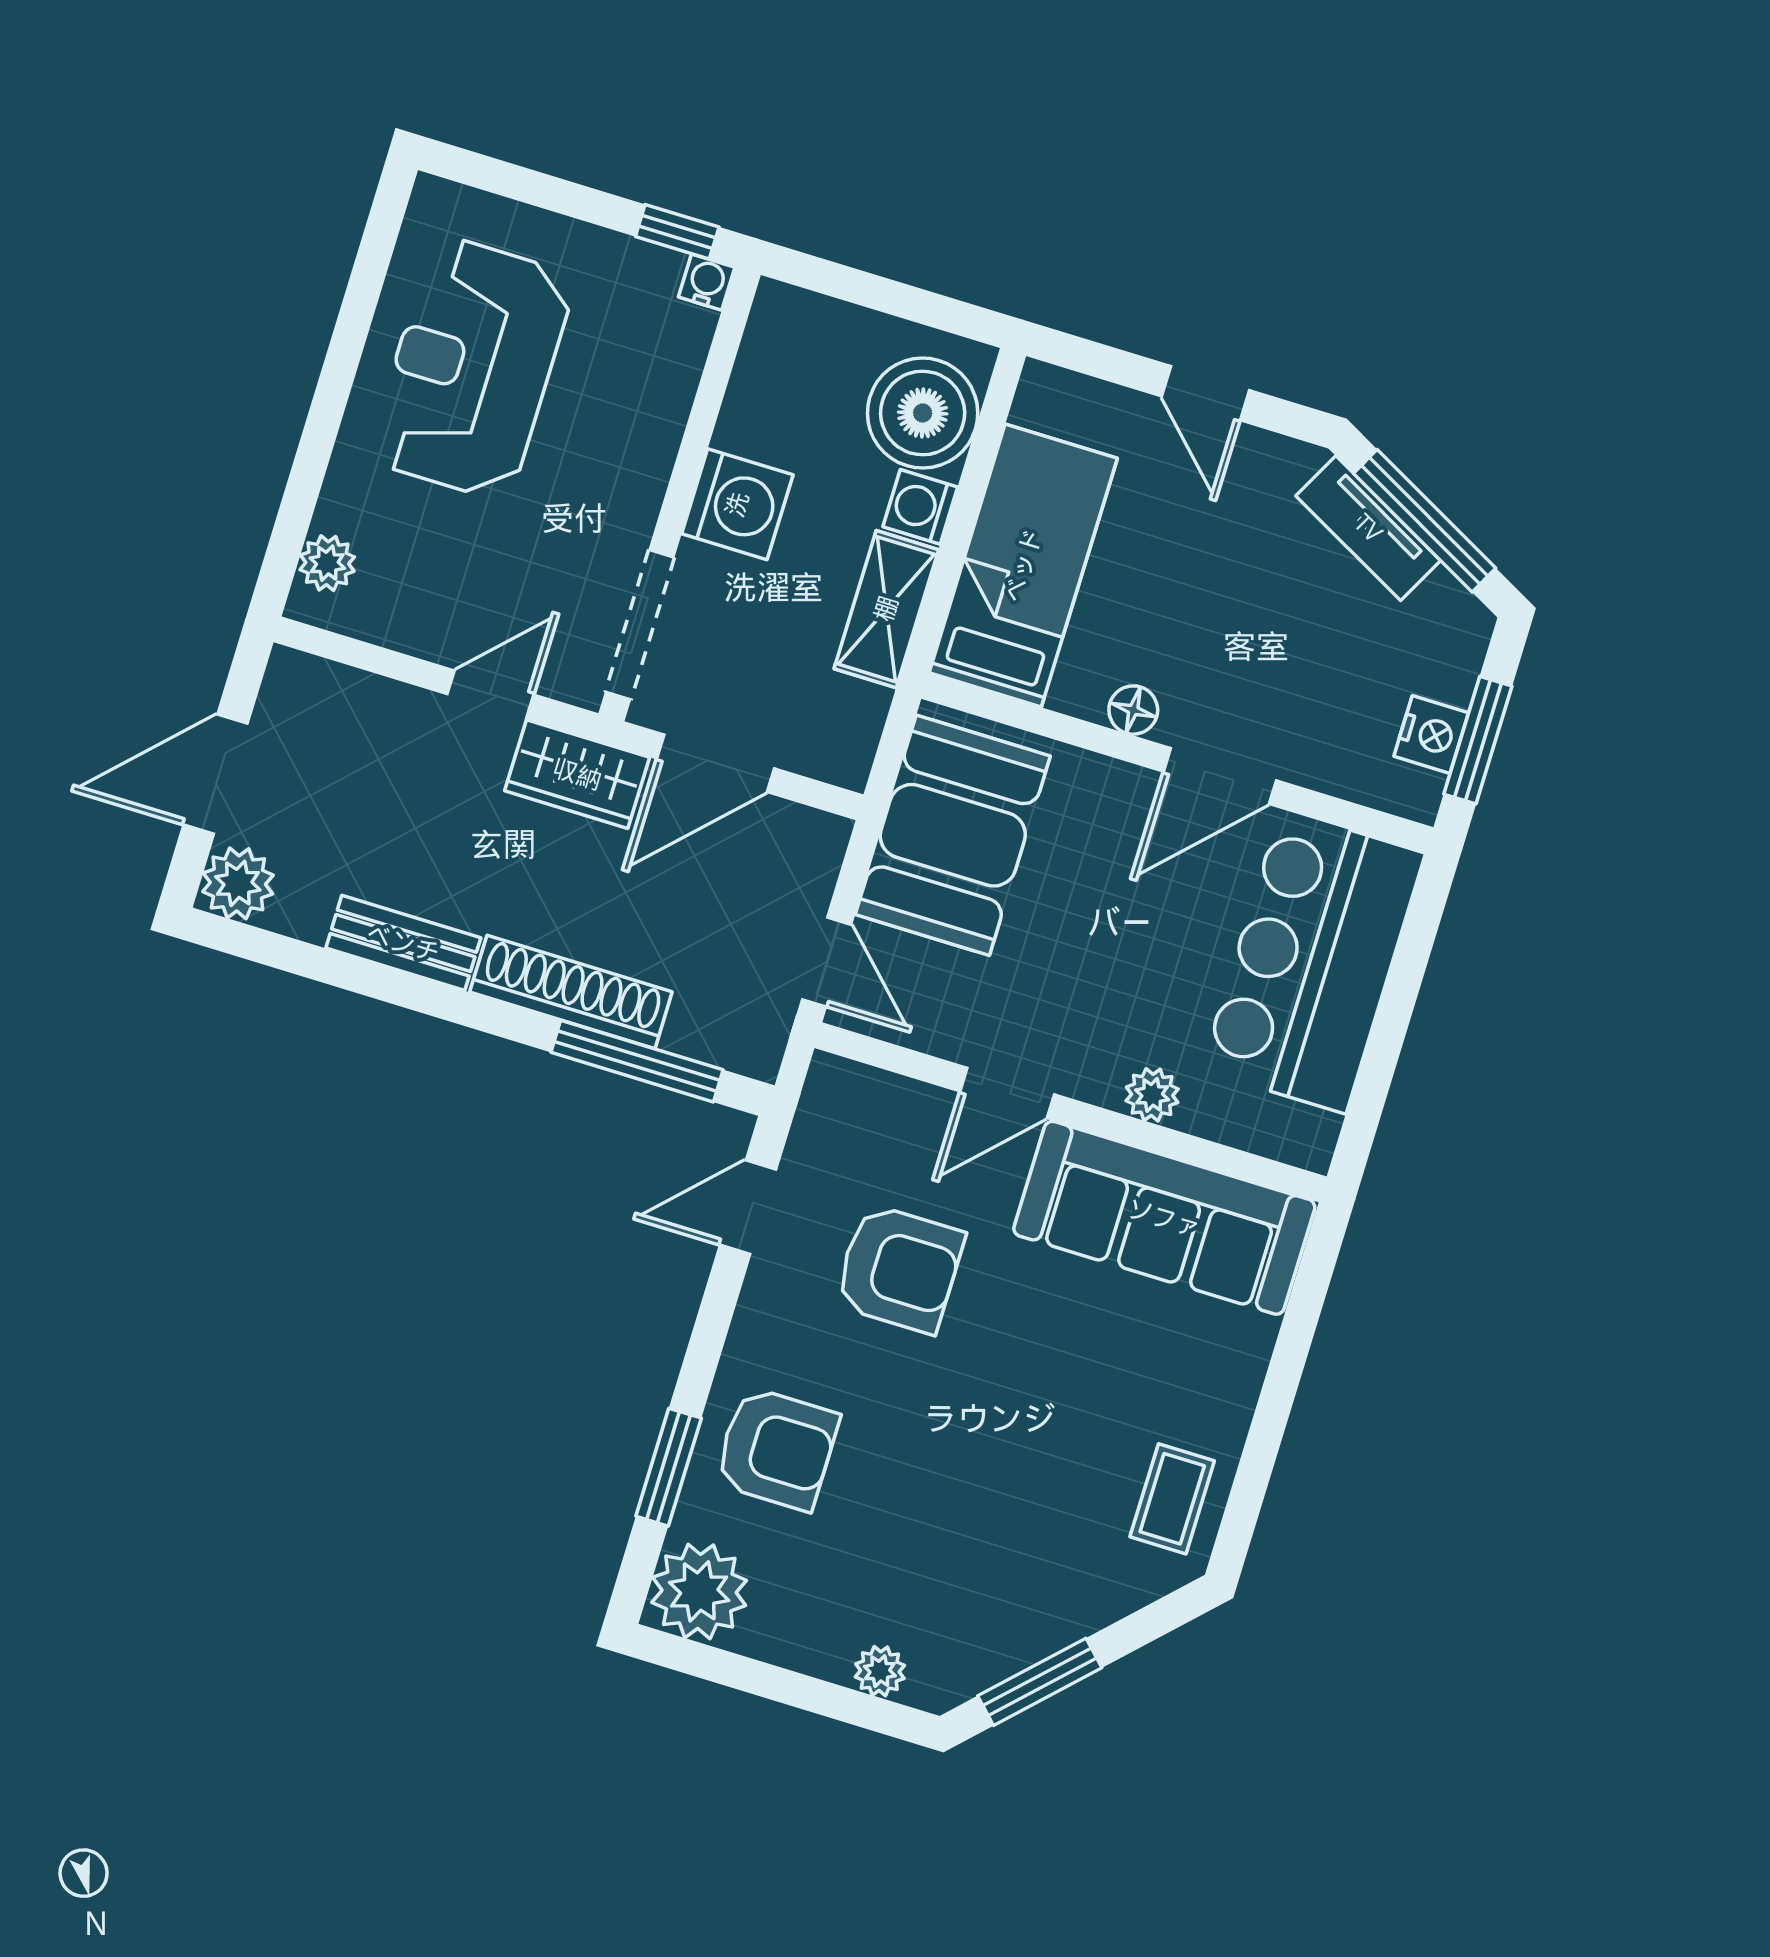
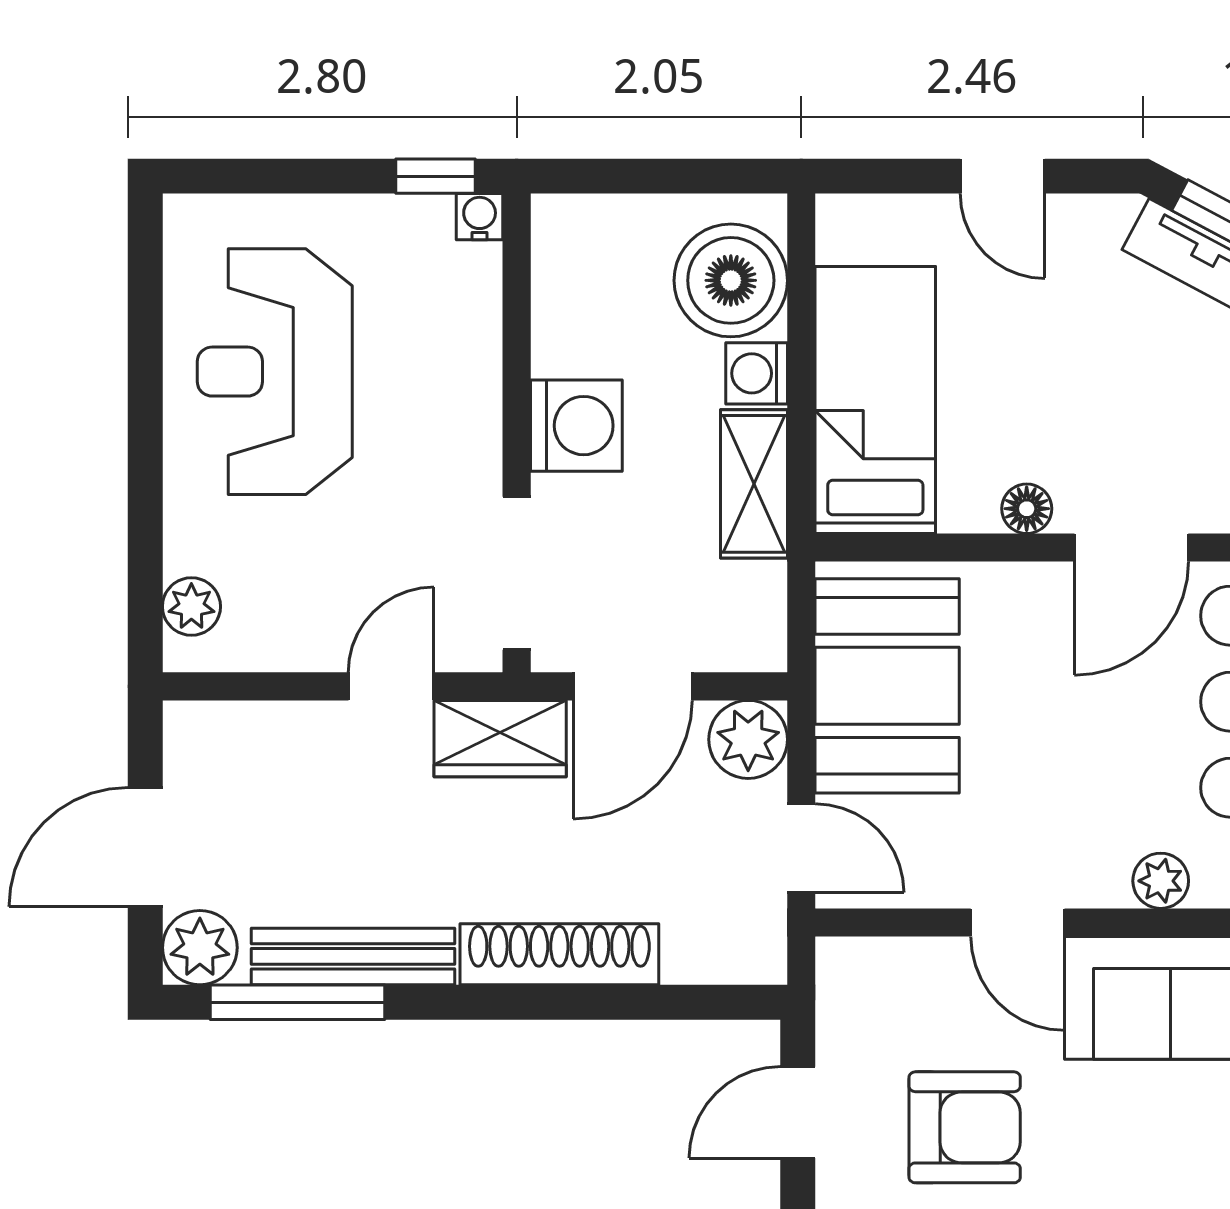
plant: (808, 846) -> (748, 739), added
bench: (403, 943) -> (353, 956), width x1.36
window: (637, 1061) -> (298, 1002), moved
door: (1007, 1093) -> (1018, 922), hinge flipped

